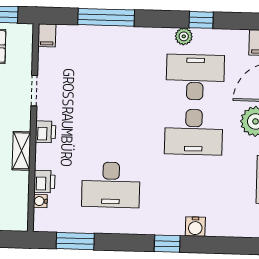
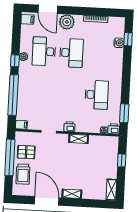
window: (106, 17) -> (13, 95), width x1.46
window: (201, 20) -> (15, 61), moved
printer: (44, 182) -> (114, 129), moved
water cooler: (195, 227) -> (119, 43), moved
window: (167, 244) -> (128, 39), moved

